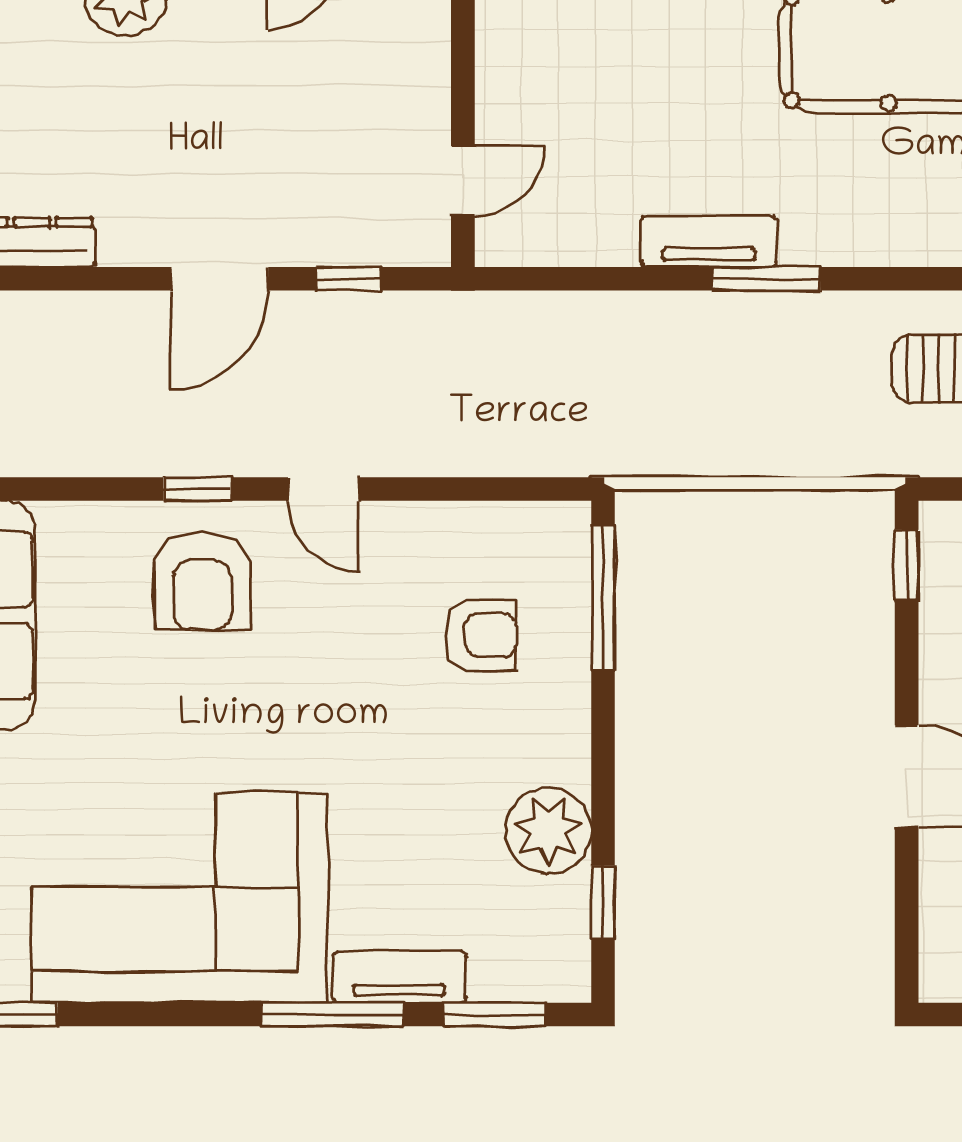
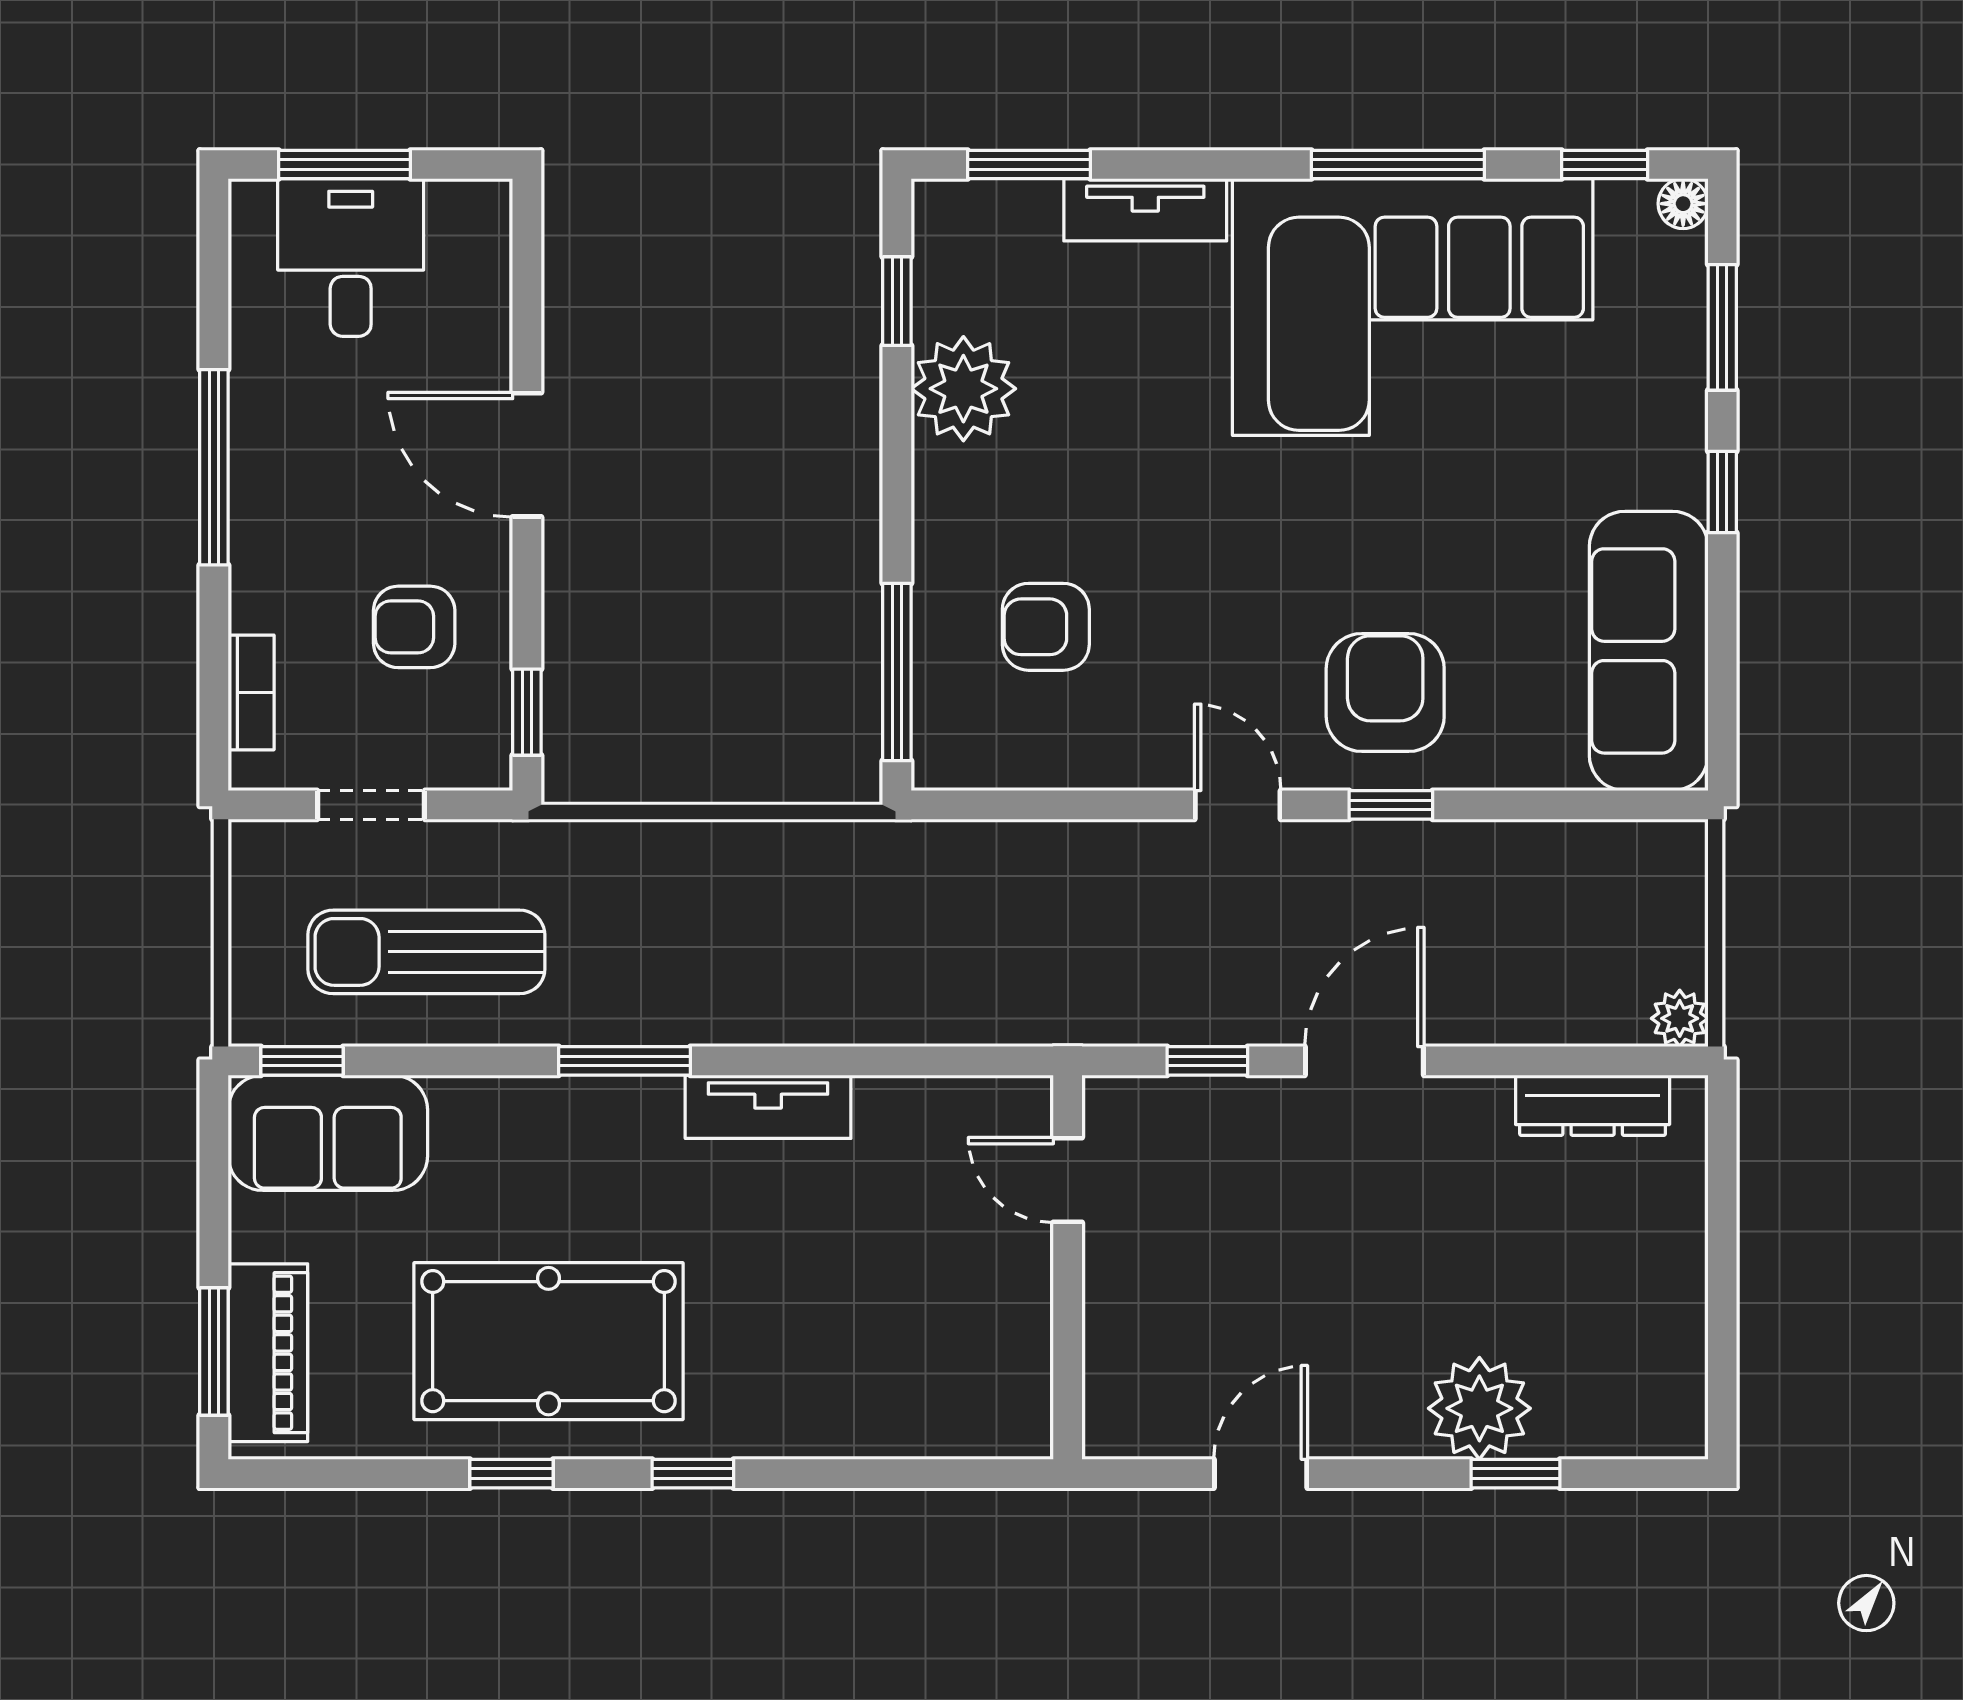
door: (463, 181) -> (1068, 1180), hinge flipped
window: (766, 279) -> (625, 1061), moved
window: (332, 1014) -> (1398, 164), moved

